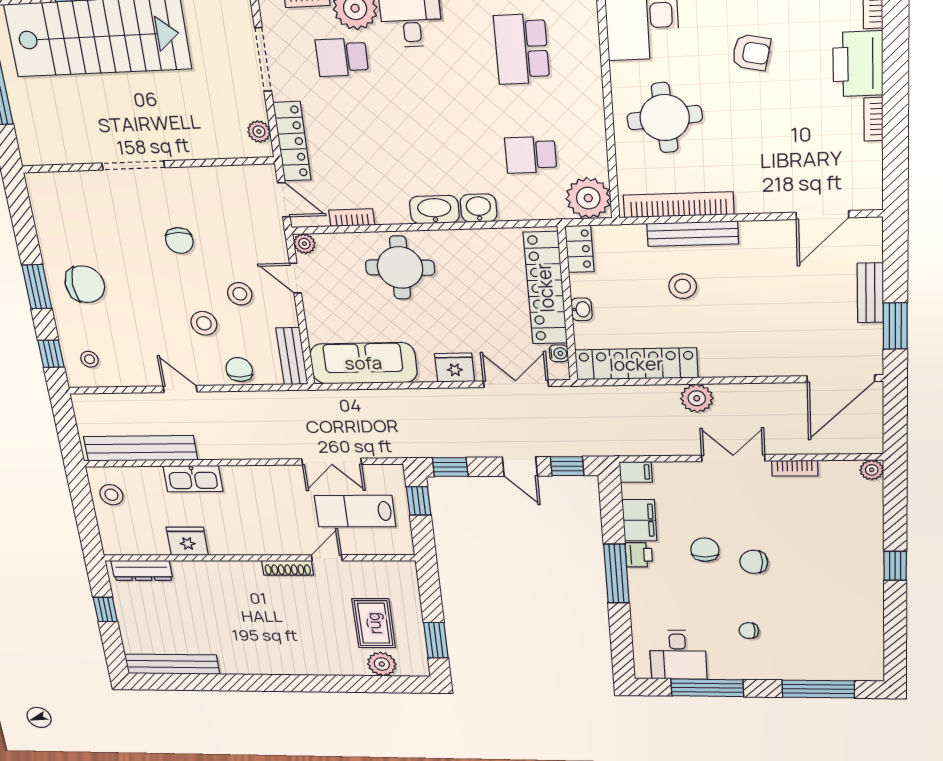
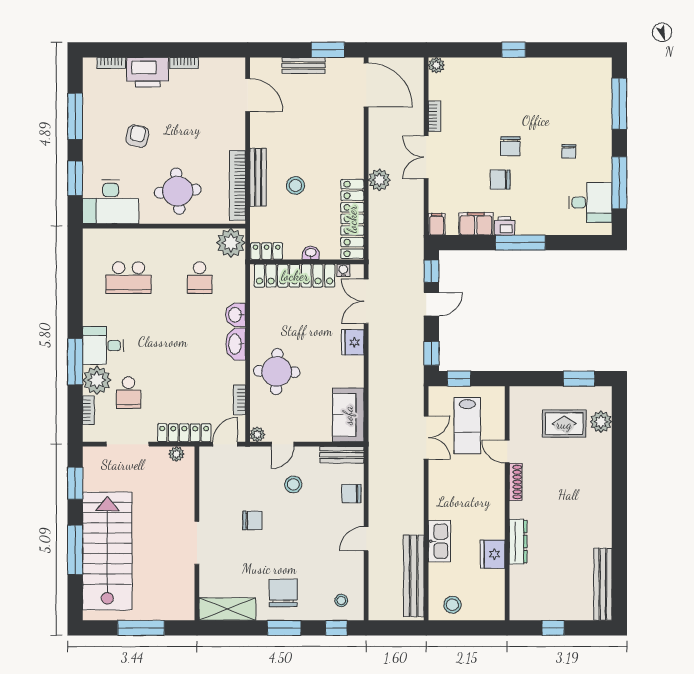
shelving: (47, 211) -> (227, 609), added
stool: (204, 323) -> (315, 513), removed
sofa: (363, 363) -> (348, 415), width x0.73
dresser: (142, 570) -> (518, 542), moved

